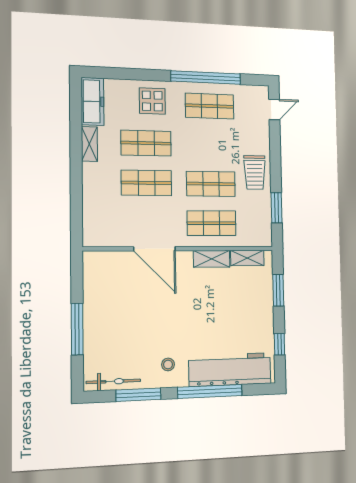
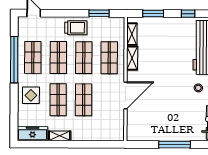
shop shelf: (210, 145) -> (58, 58), added

